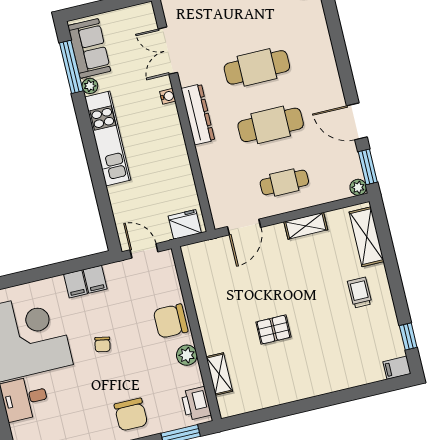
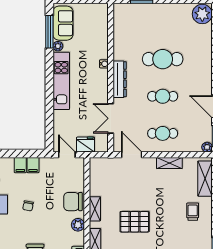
double door: (168, 51) -> (111, 118), moved
cafe table: (271, 125) -> (163, 96), width x0.73, depth x0.74
fridge: (185, 224) -> (86, 145), moved
door: (244, 227) -> (132, 155), swing flipped
shelving: (207, 324) -> (95, 209), added
pallet: (273, 330) -> (135, 222), width x1.50, depth x1.42

